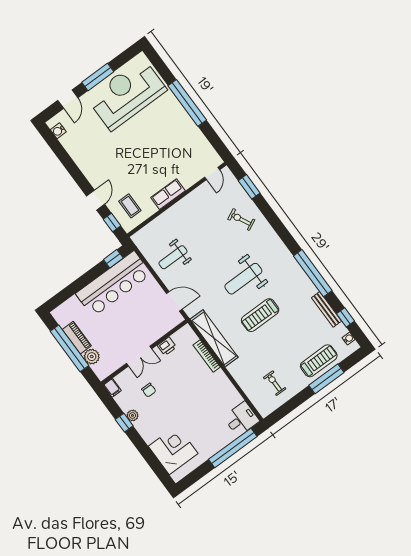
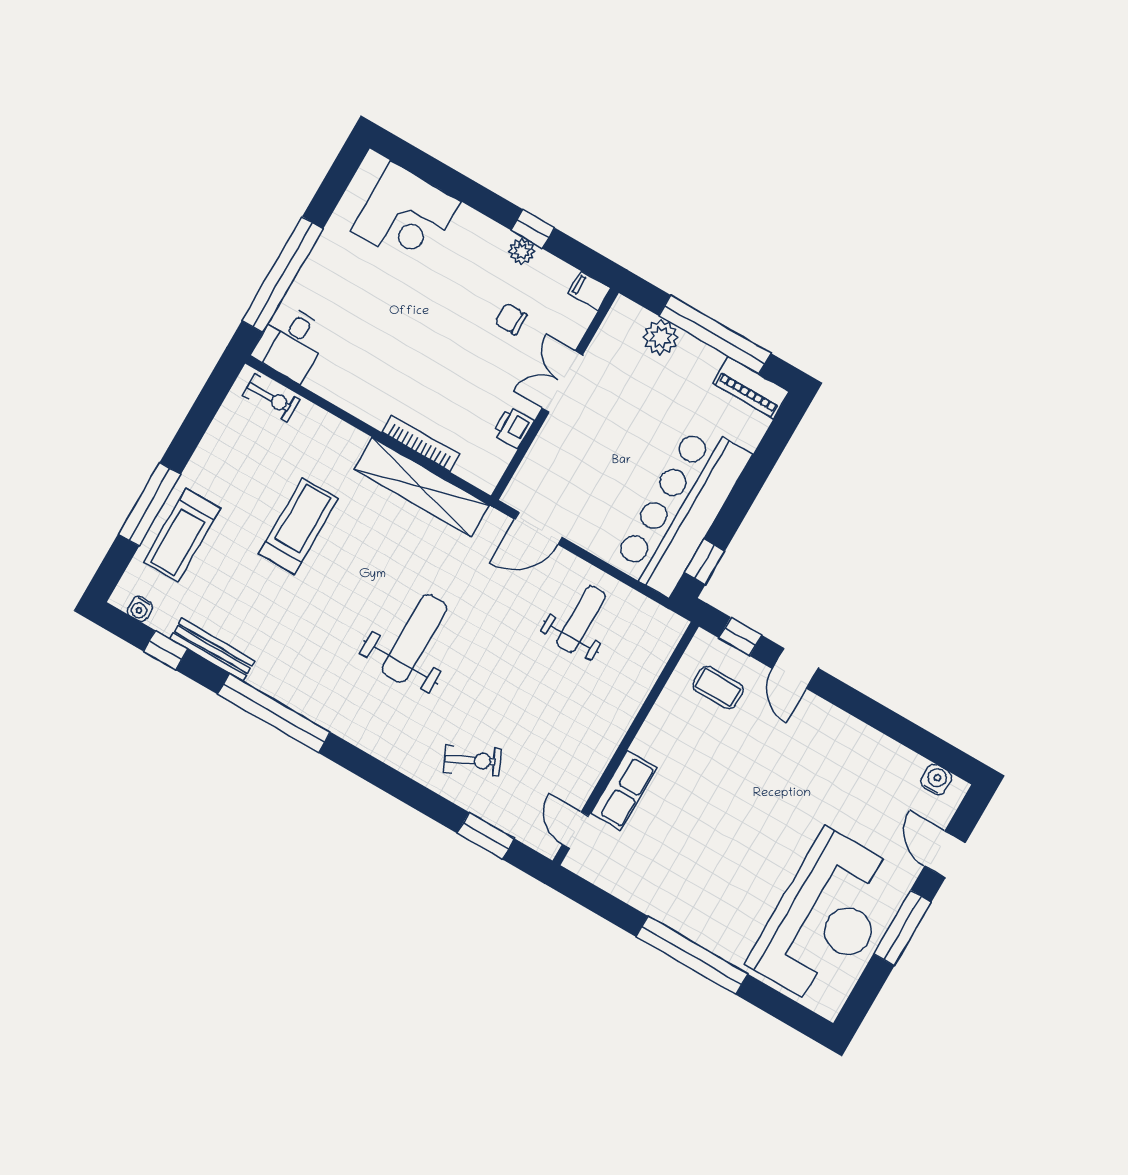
row of seats: (168, 194) -> (624, 790), moved
treadmill: (260, 315) -> (298, 526), moved
piano: (77, 338) -> (751, 388), moved
exercise bike: (275, 383) -> (271, 398), moved

